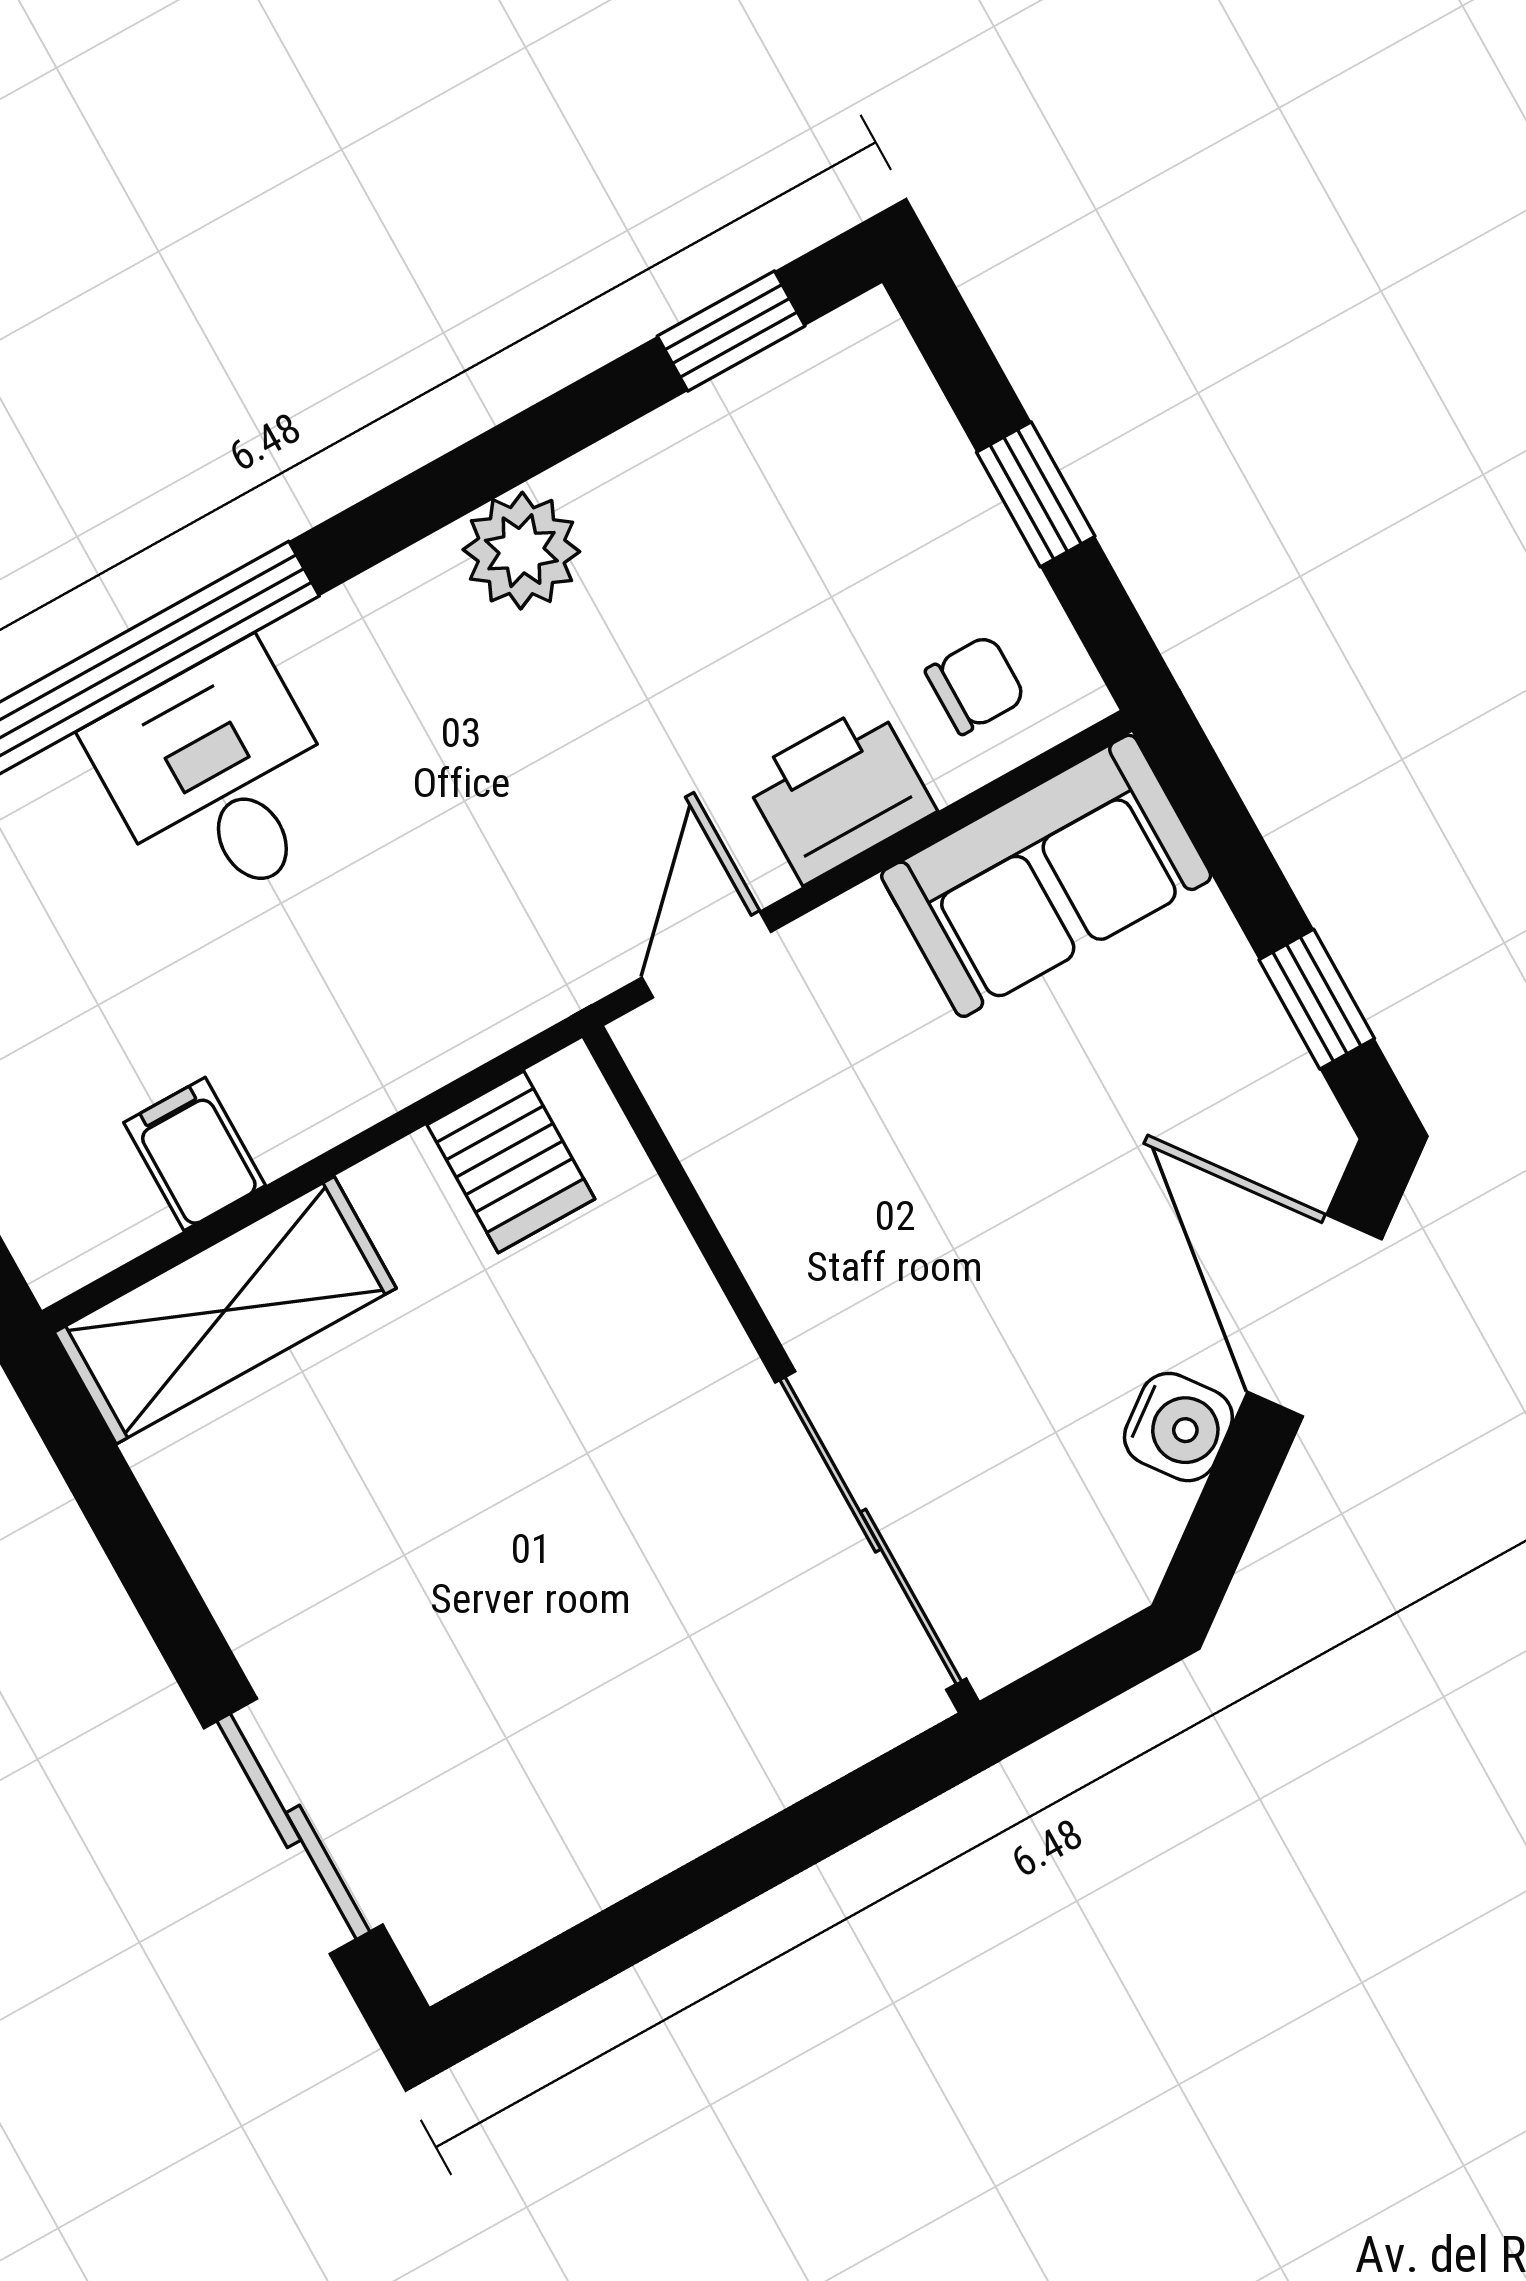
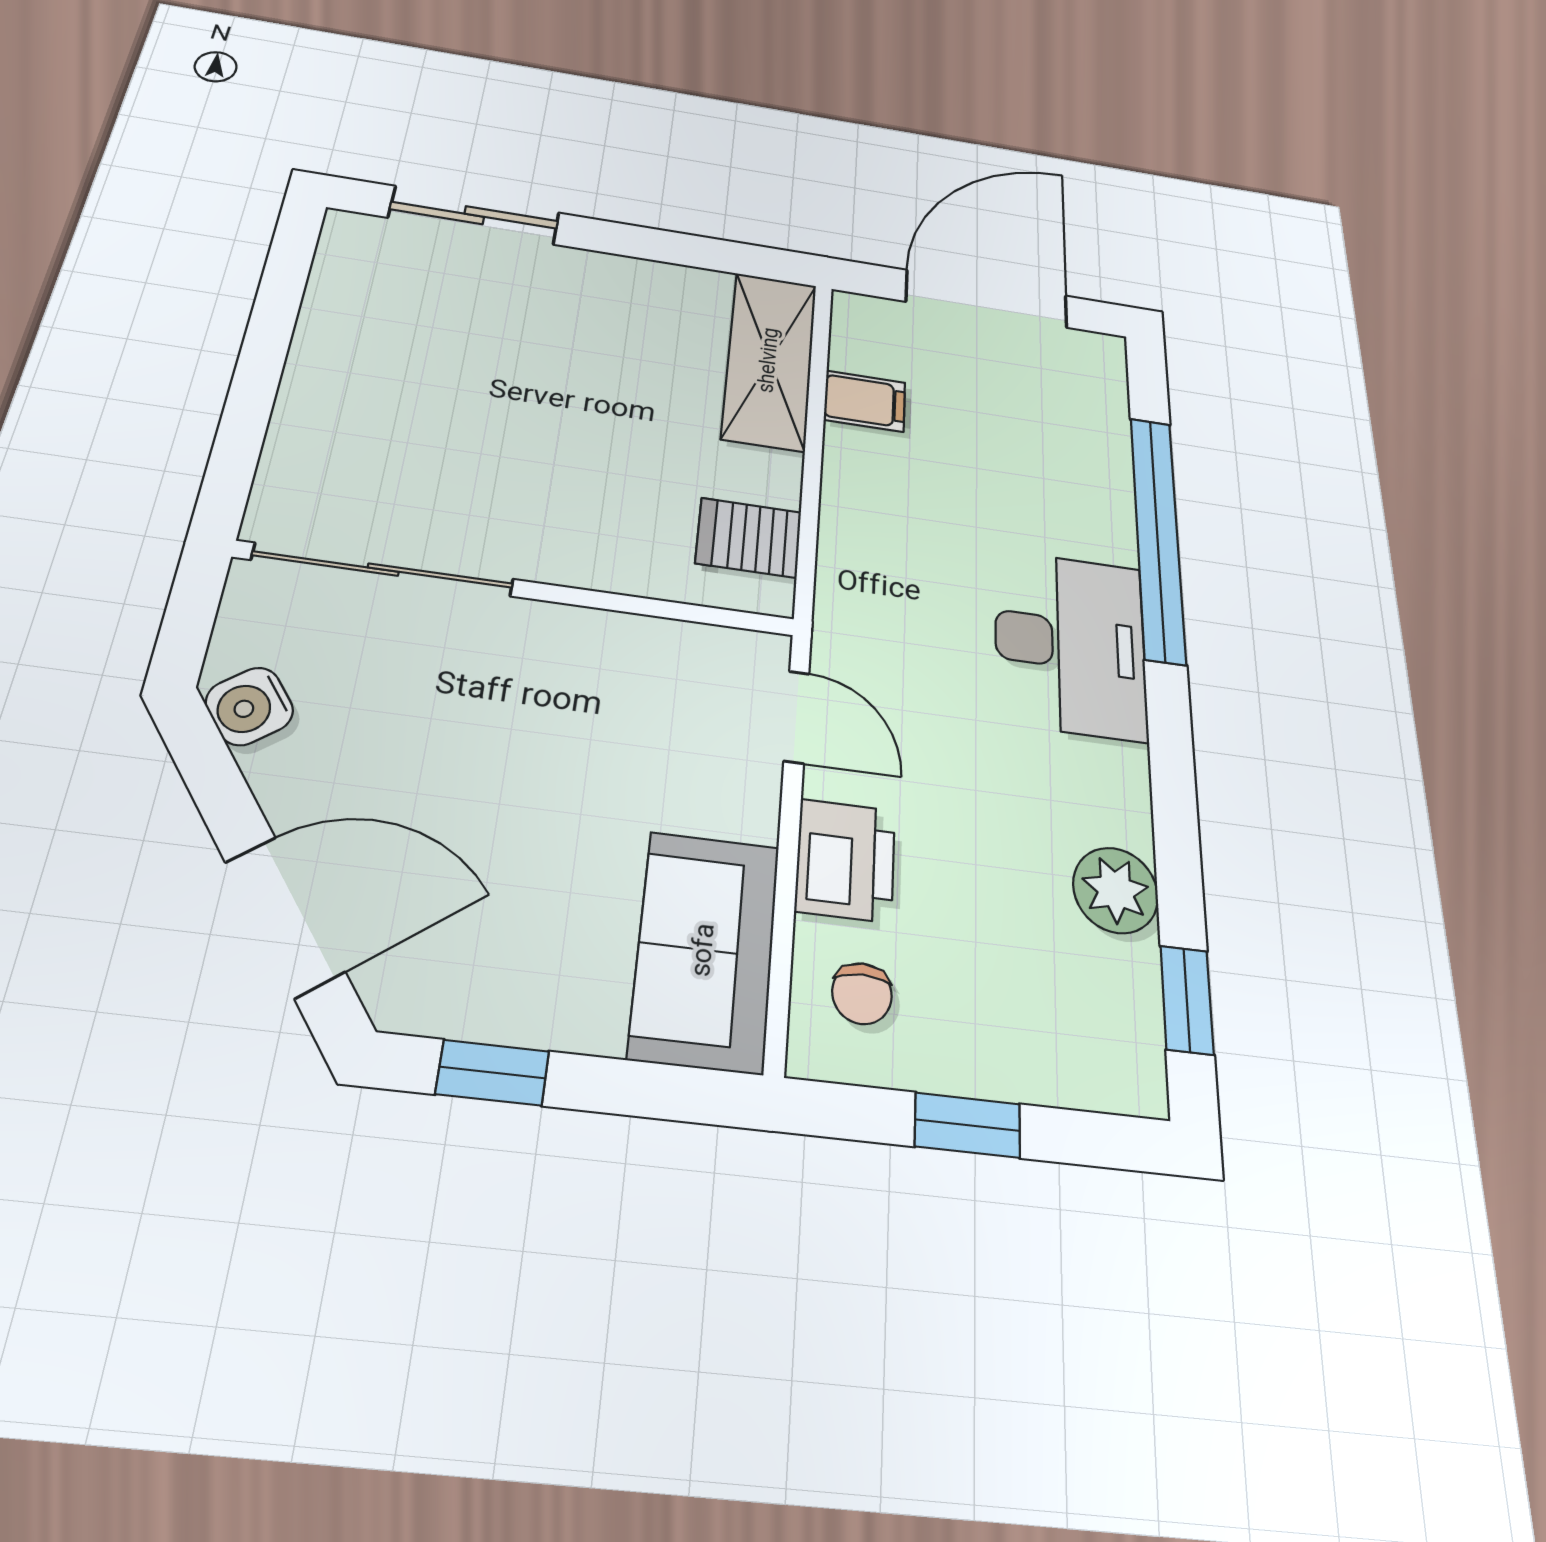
plant: (521, 551) -> (1116, 890), moved
desk: (219, 779) -> (1070, 644), moved, width x1.37
water cooler: (1178, 1427) -> (249, 706), moved

